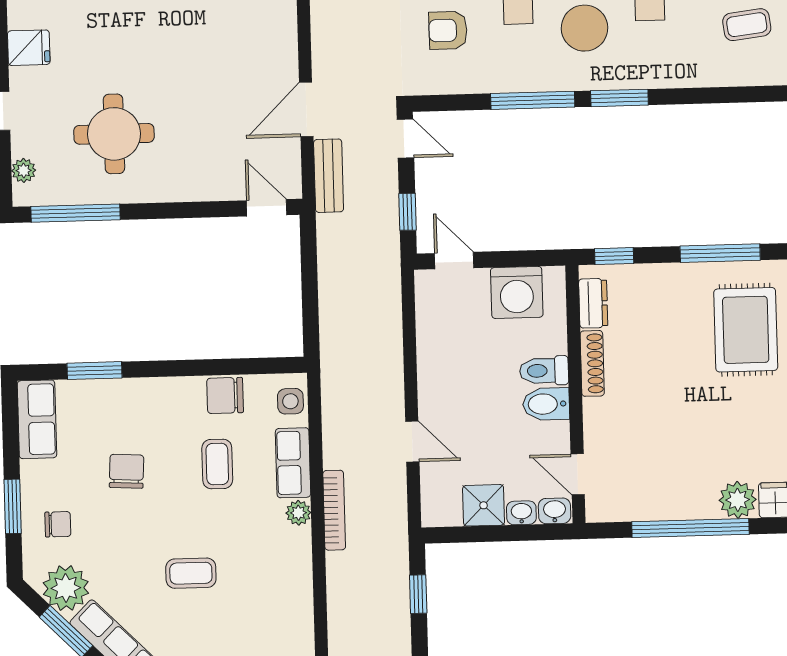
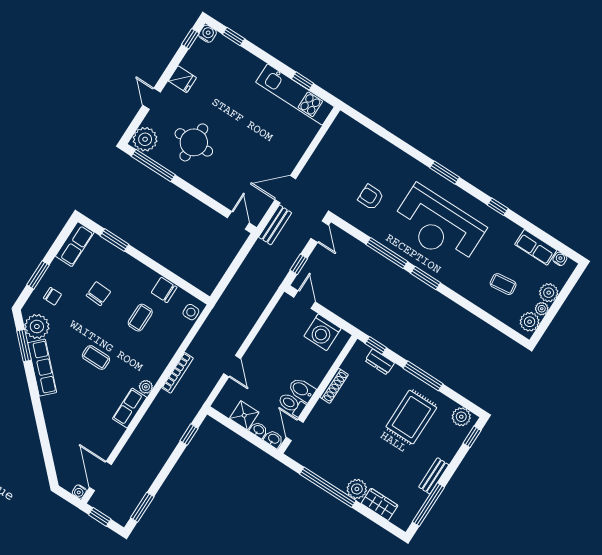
plant: (24, 170) -> (145, 139), width x1.88, depth x1.88
dresser: (593, 303) -> (380, 362), moved, turned 90
toilet: (544, 371) -> (292, 404), moved
row of seats: (293, 463) -> (130, 408), moved
plant: (298, 513) -> (146, 387), moved

